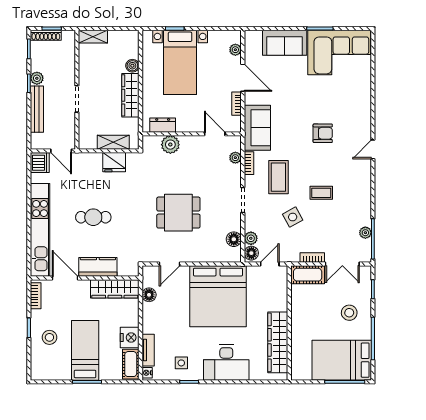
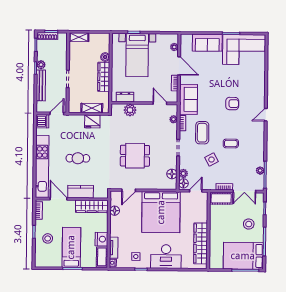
door: (61, 151) -> (57, 114), swing flipped

